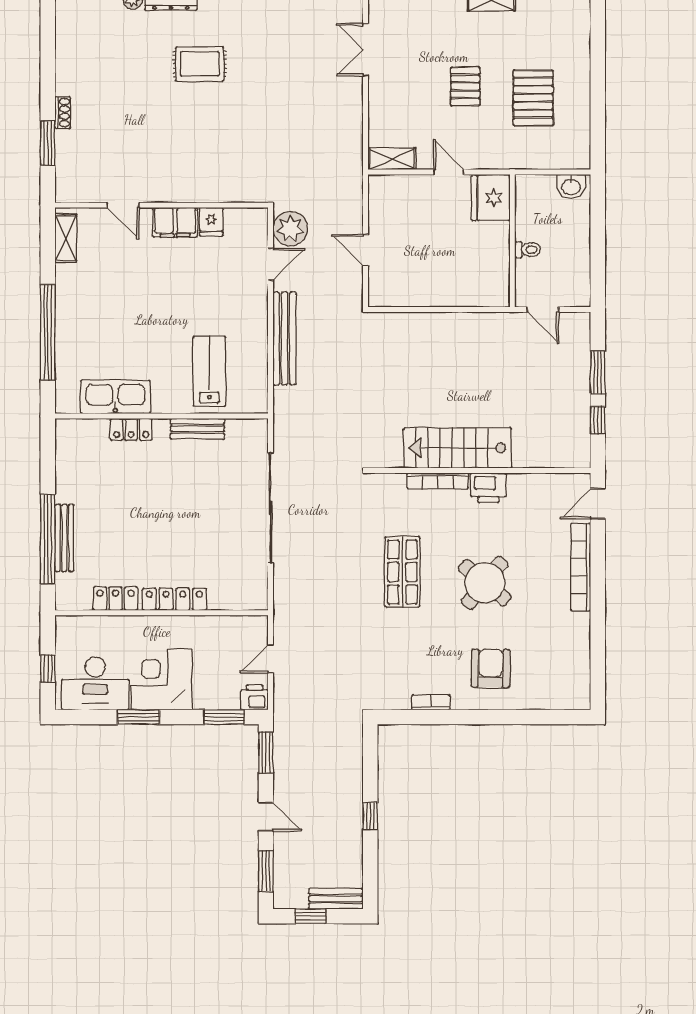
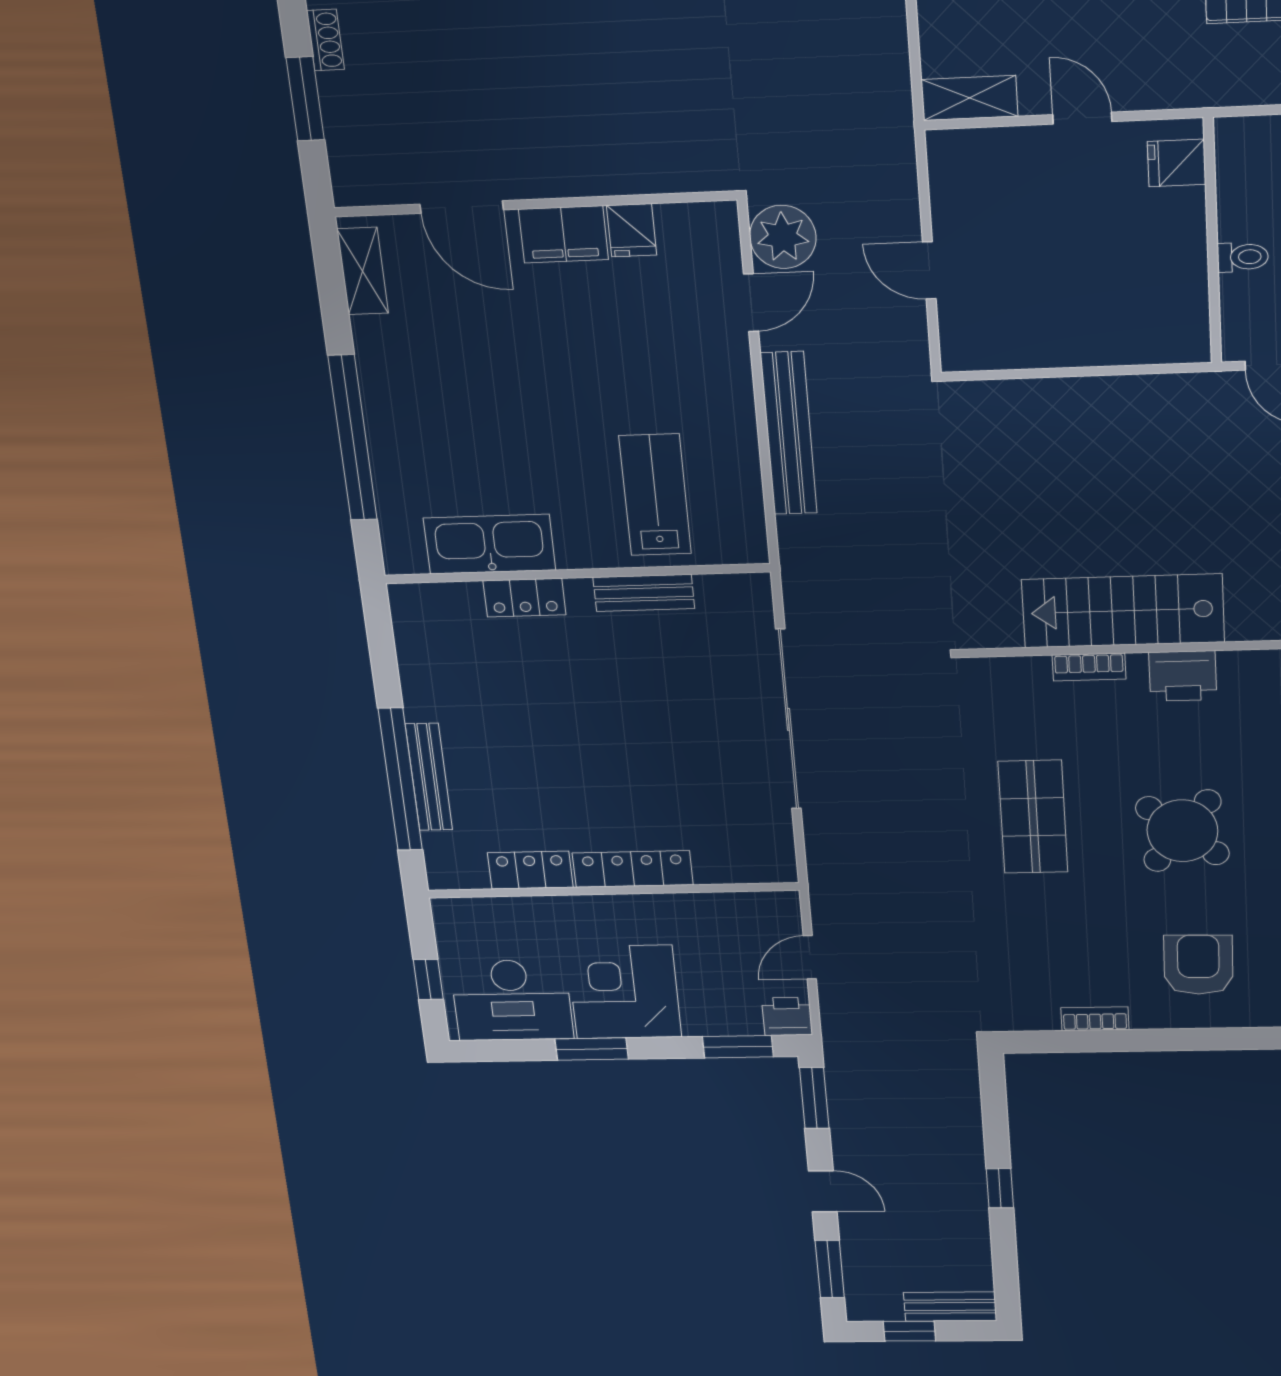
fridge: (491, 198) -> (1177, 163), width x0.53, depth x0.75
door: (123, 205) -> (462, 207), width x1.38
bookcase: (438, 481) -> (1089, 667), width x0.64

